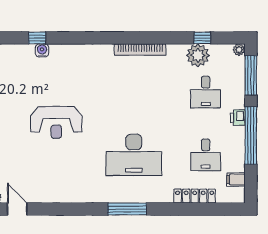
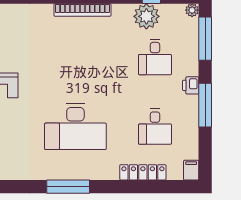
window: (251, 135) -> (205, 105), width x0.68
filing cabinet: (236, 179) -> (191, 170), moved, turned 90

